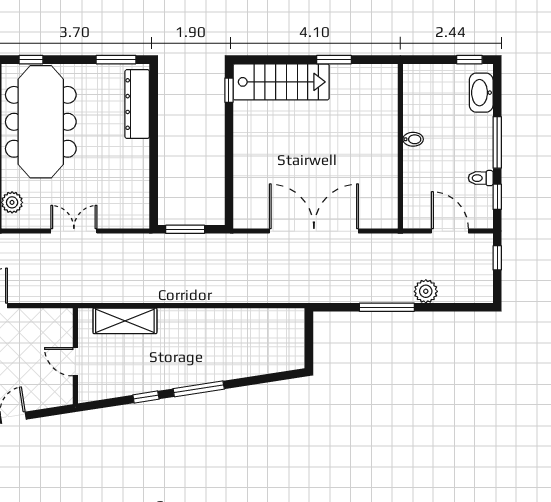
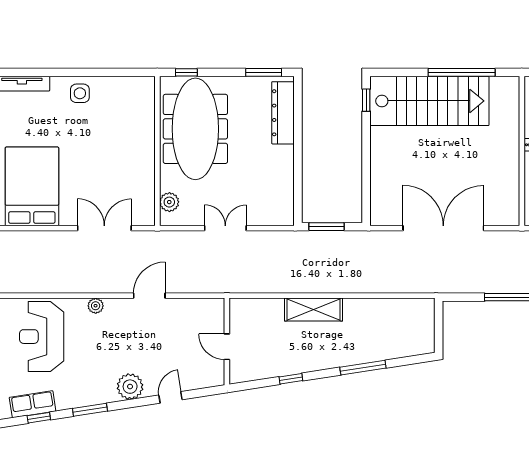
window: (334, 60) -> (462, 72), width x2.11
stairs: (281, 82) -> (429, 101), width x1.36, depth x1.51
shelving: (125, 321) -> (314, 310), moved
window: (199, 389) -> (363, 368), moved

